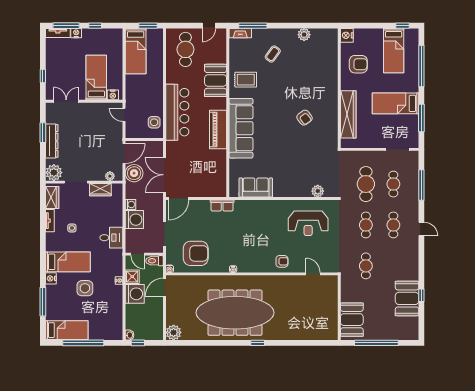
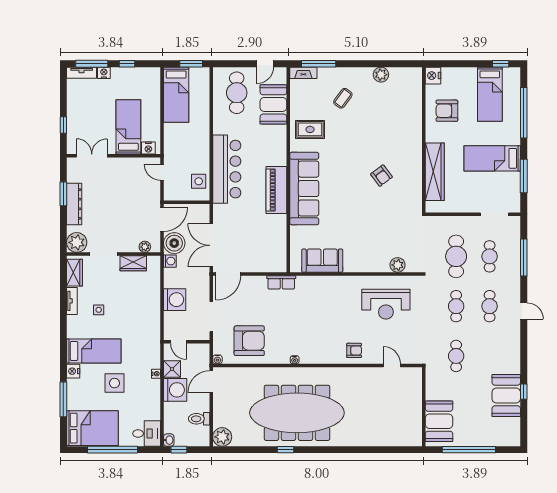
armchair: (358, 64) -> (447, 111), turned 180
booth: (216, 80) -> (273, 104), moved
washing machine: (130, 204) -> (170, 261), moved
desk: (111, 238) -> (147, 434), moved
toilet: (154, 261) -> (199, 419), moved
bed: (67, 330) -> (92, 428), width x1.50
window: (258, 343) -> (285, 450), moved

